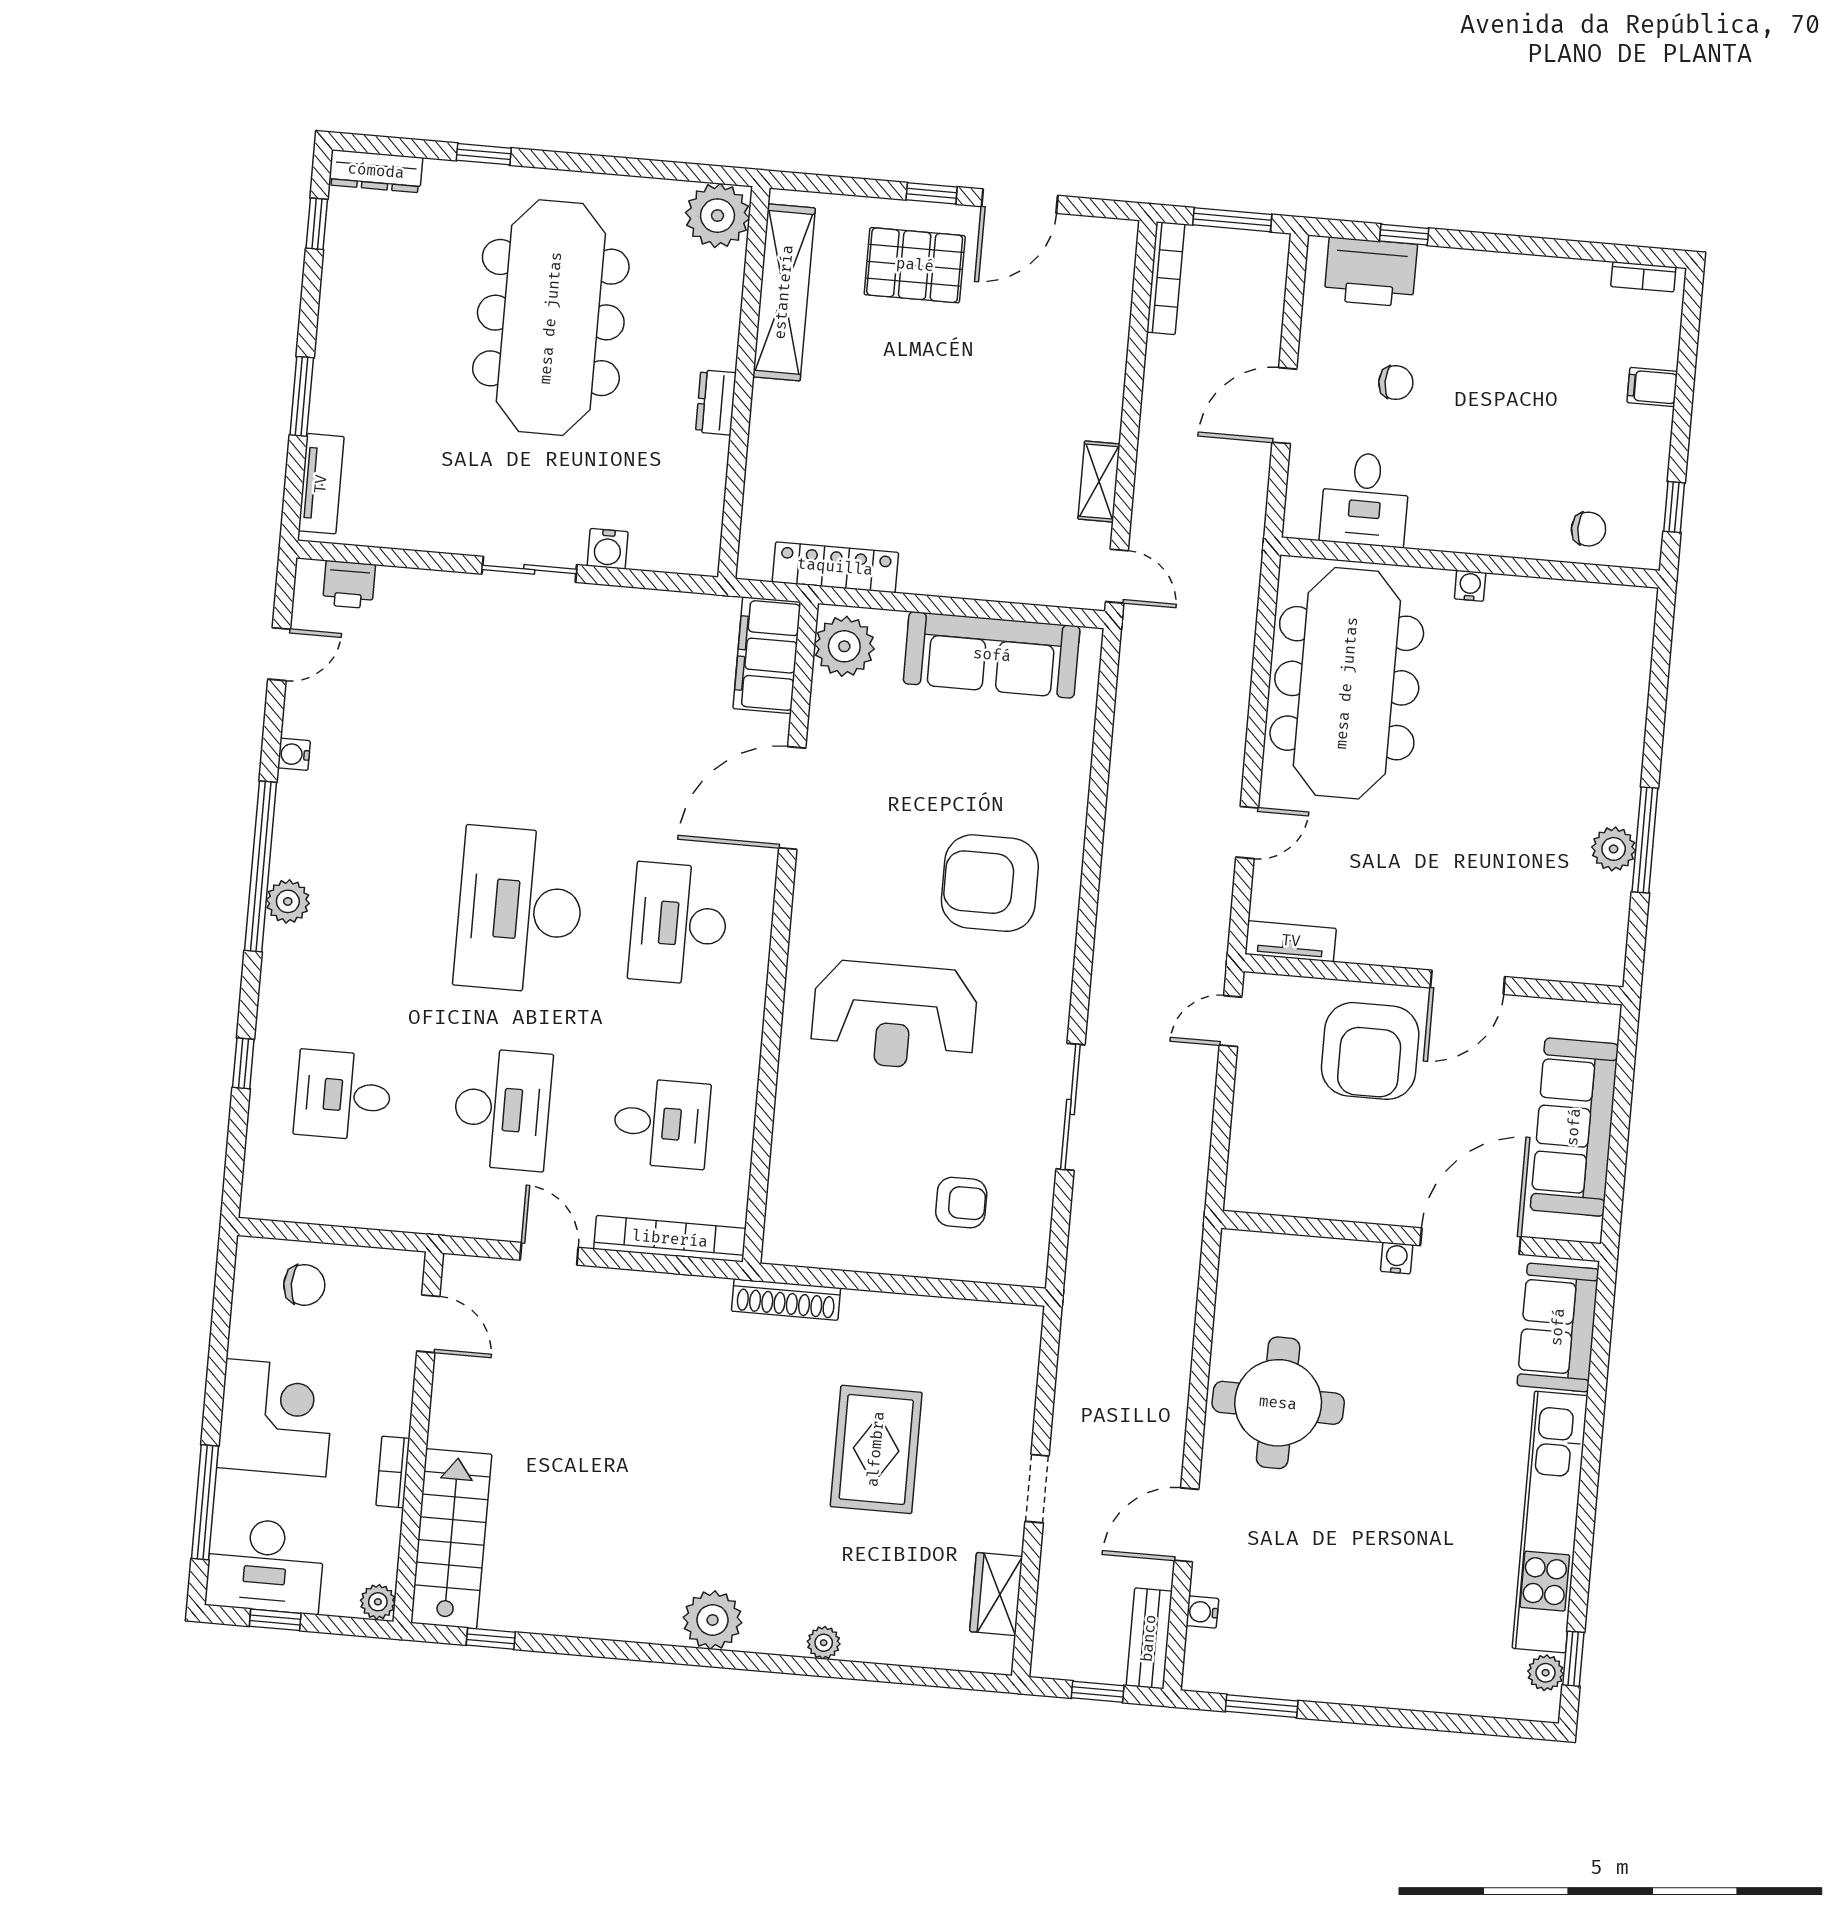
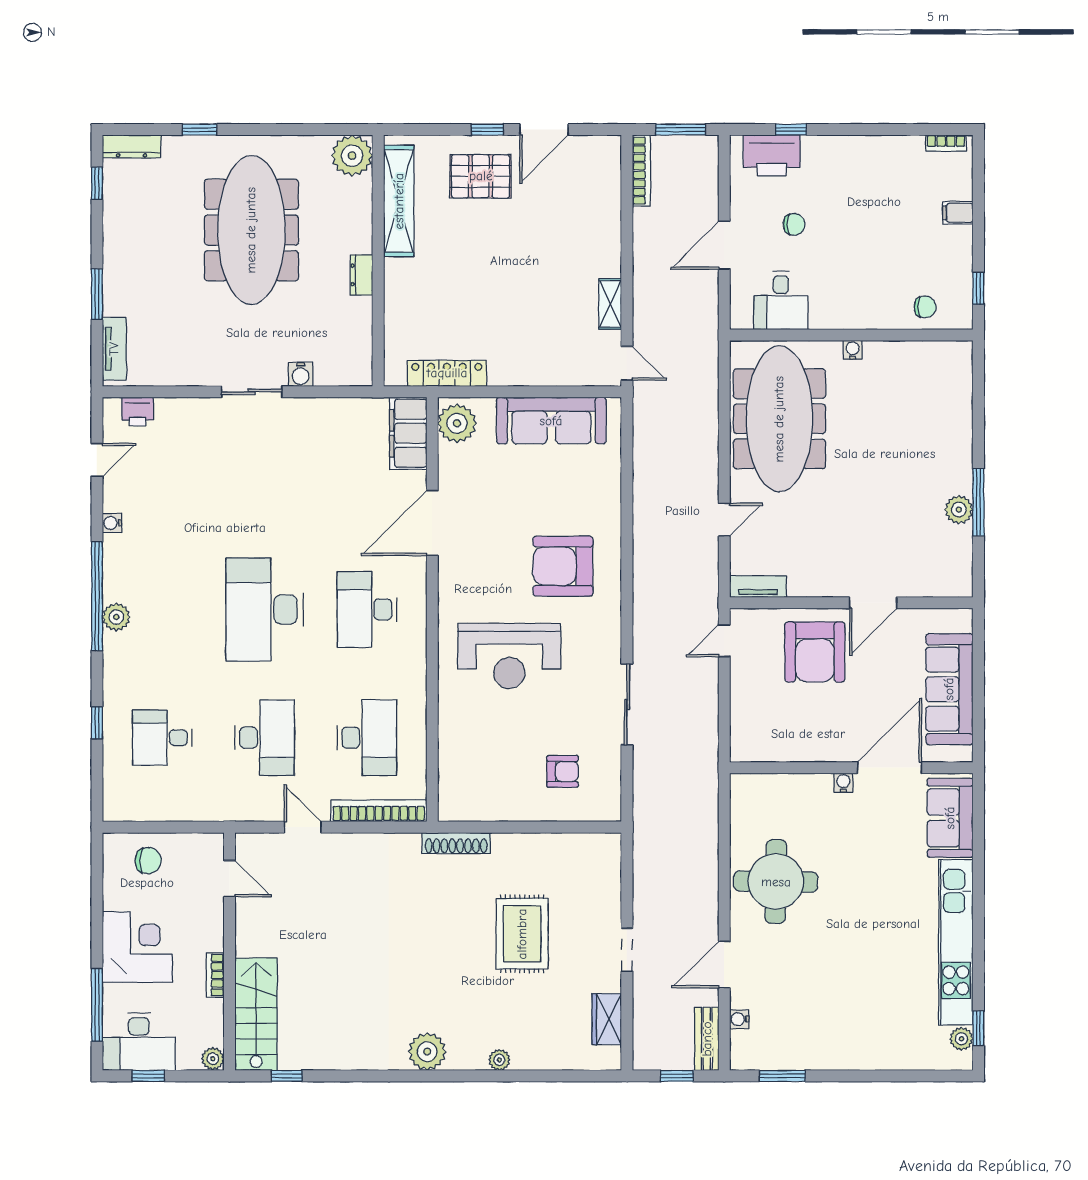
desk: (661, 1123) -> (367, 738), width x1.37

